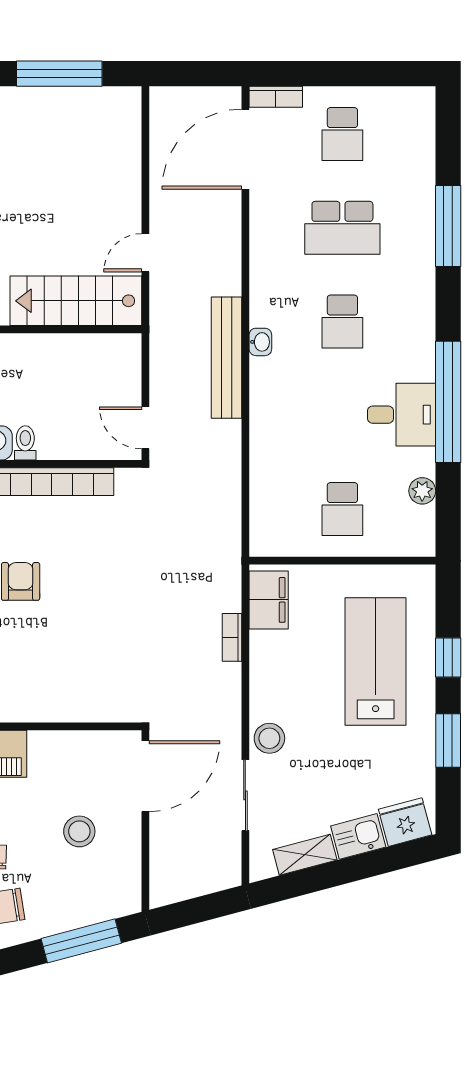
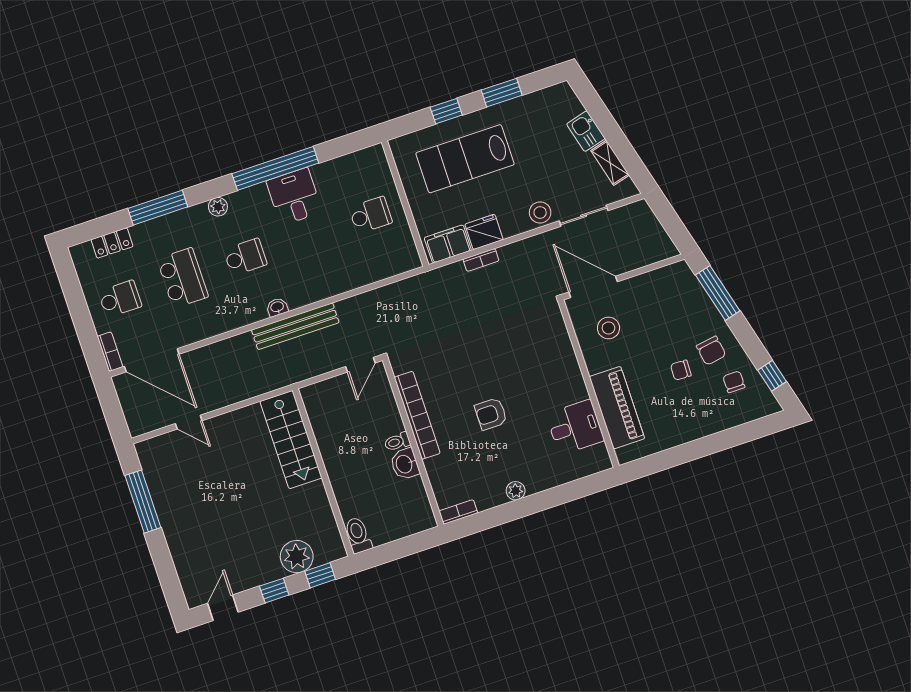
locker: (421, 149) -> (112, 243), added
door: (145, 253) -> (189, 422), moved
plant: (422, 491) -> (218, 207), moved
fridge: (405, 822) -> (484, 232), moved, turned 105
stool: (79, 831) -> (608, 328), moved

